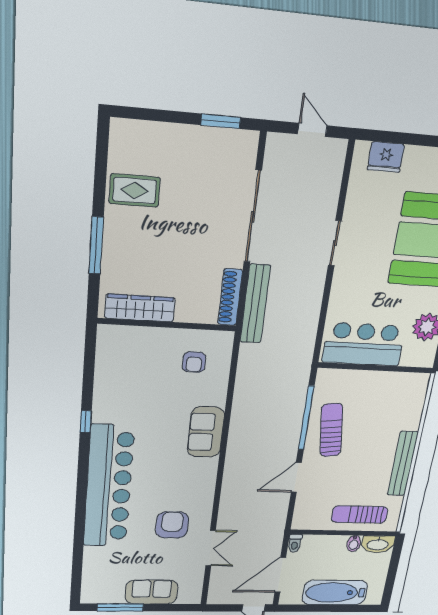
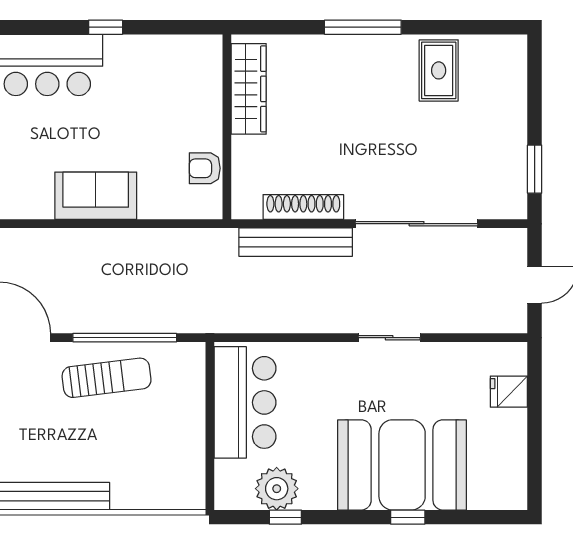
fridge: (386, 157) -> (509, 392), width x0.72
wardrobe: (140, 308) -> (249, 89), moved
wall: (167, 325) -> (227, 127), moved

